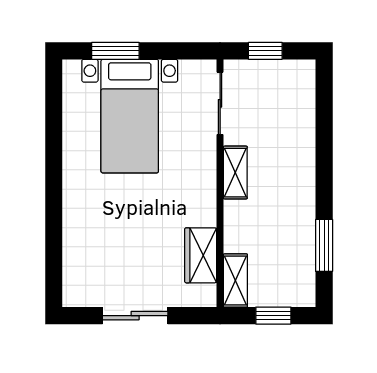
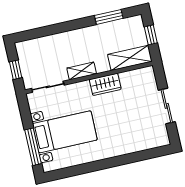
window: (115, 51) -> (33, 147), width x1.44
wardrobe: (201, 255) -> (105, 84), moved
shelving: (235, 280) -> (130, 58), width x1.50, depth x1.33

